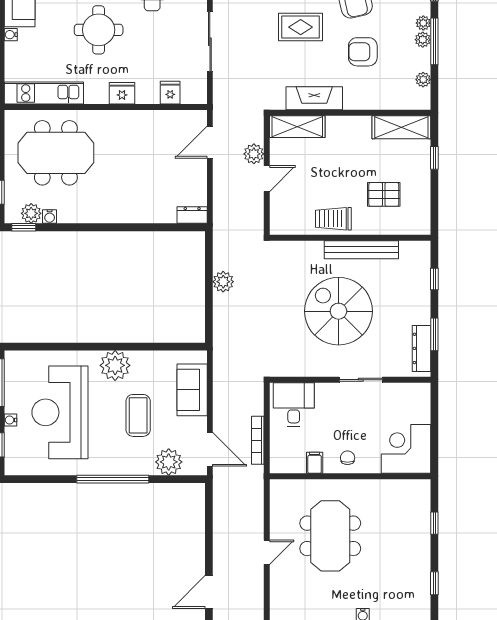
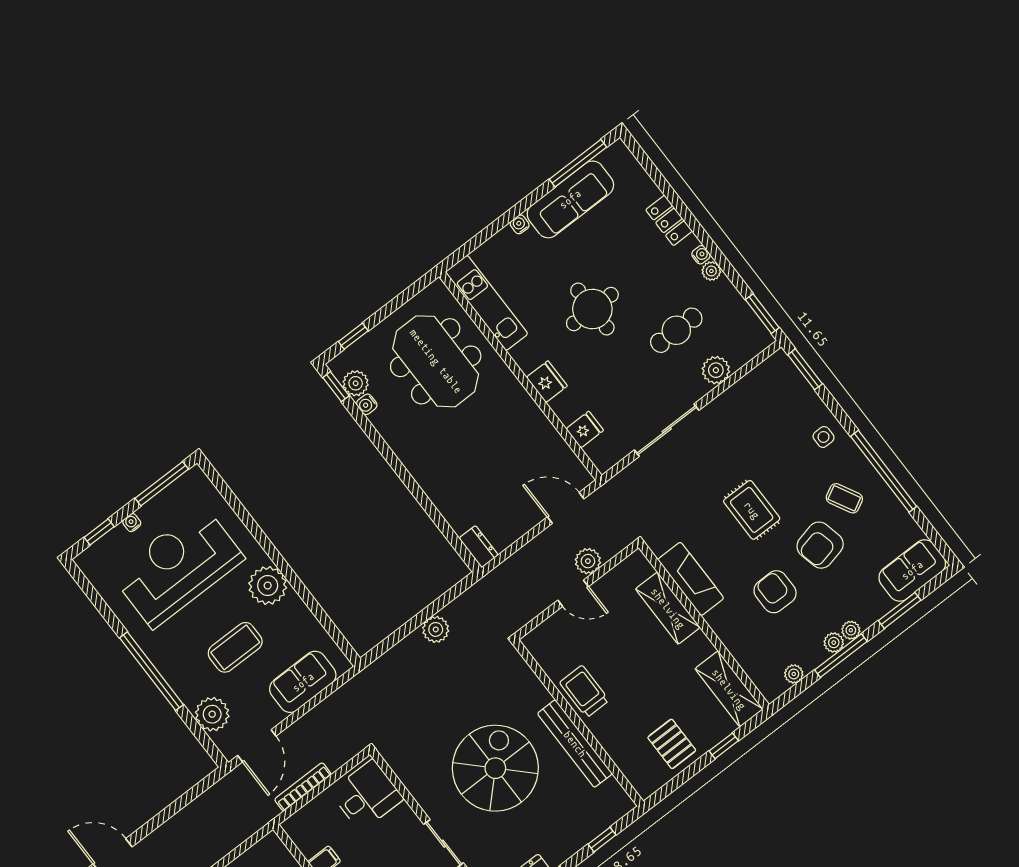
shelving: (297, 127) -> (668, 608), moved
pallet: (384, 194) -> (672, 744), moved

